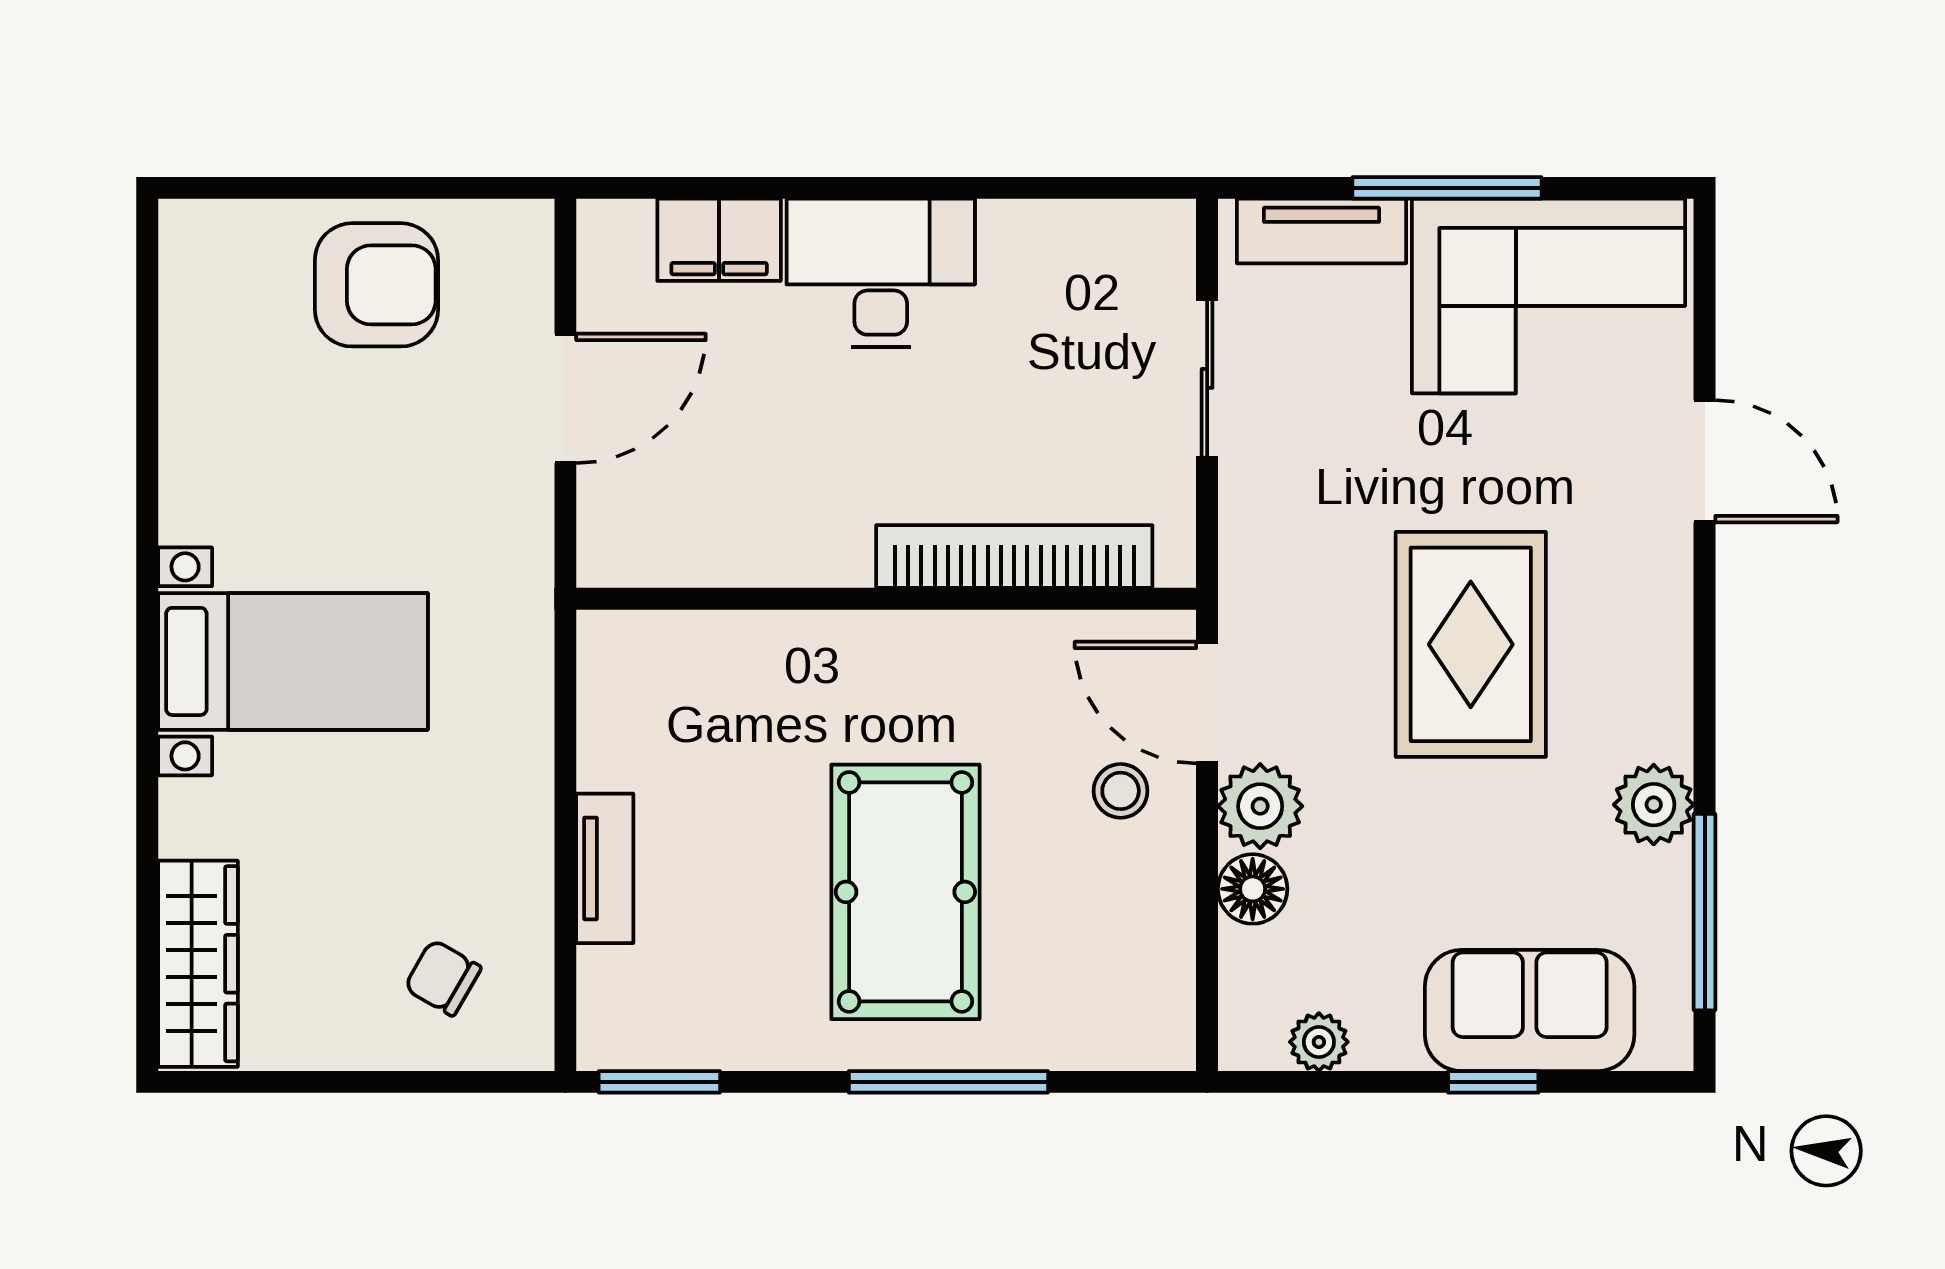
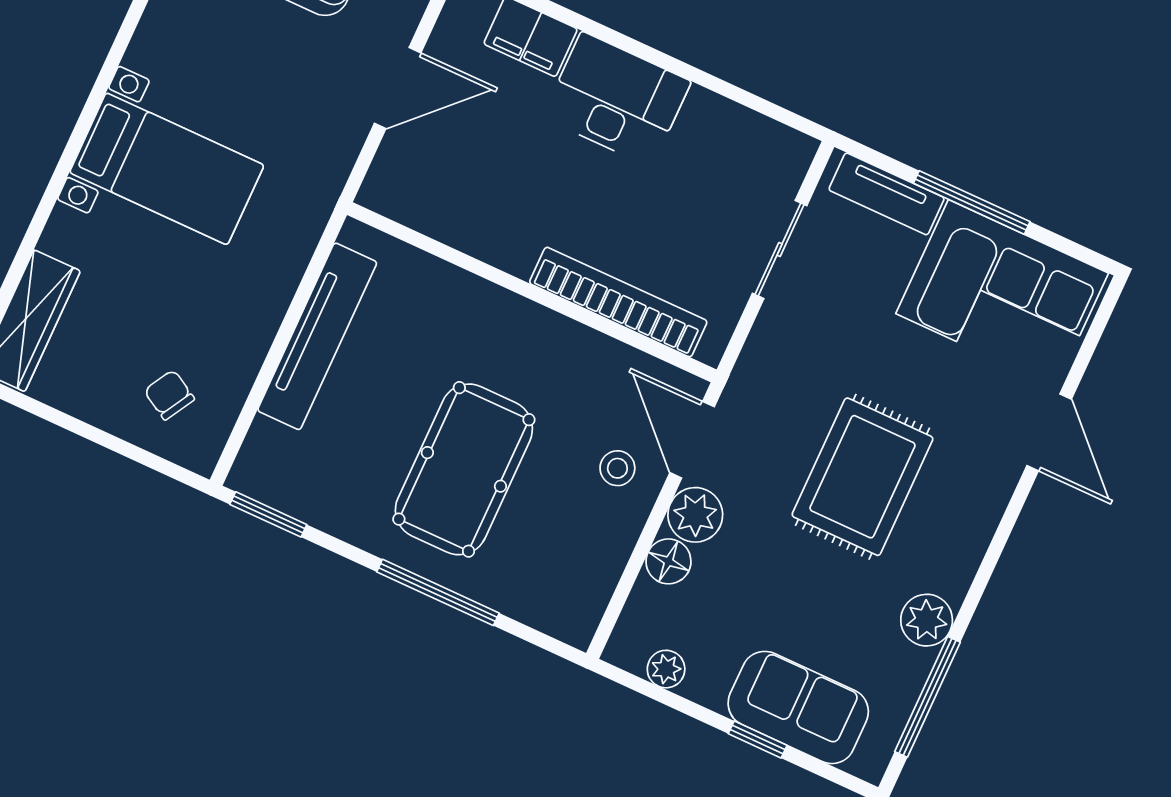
tv unit: (605, 868) -> (317, 336), width x1.92, depth x1.29

